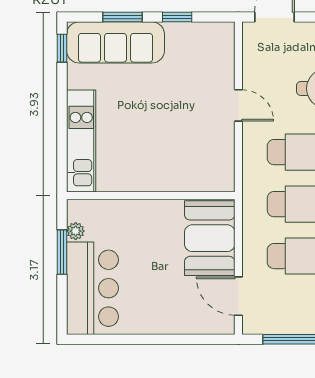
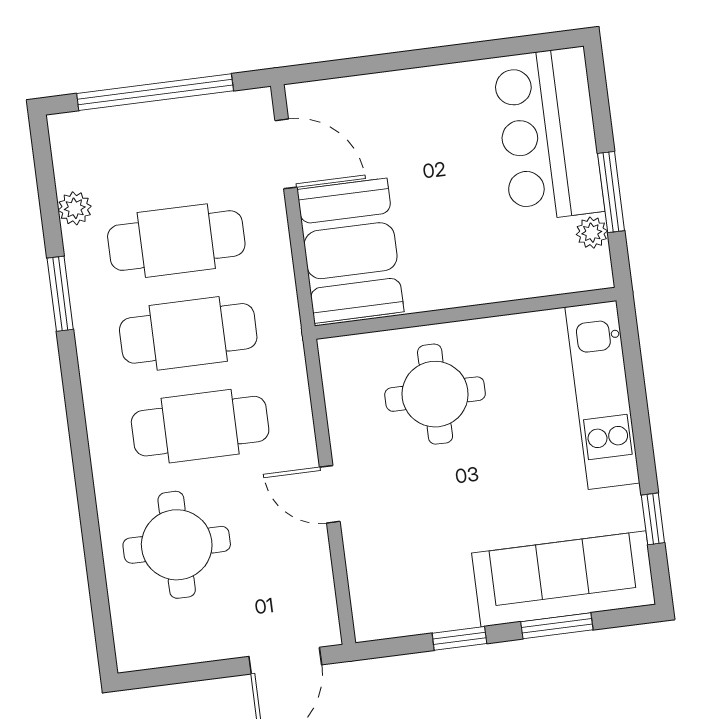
window: (62, 48) -> (653, 519), moved
round table: (173, 153) -> (435, 394), added

